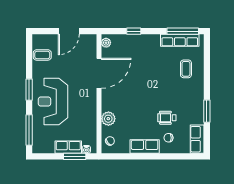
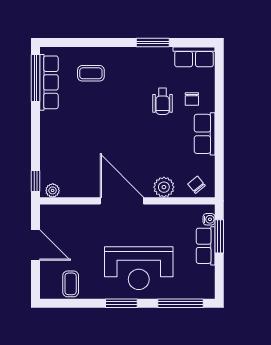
window: (134, 31) -> (36, 181), moved
door: (99, 73) -> (122, 201), moved

